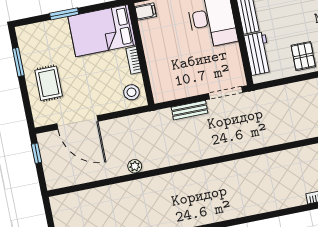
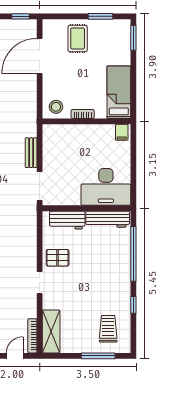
window: (64, 14) -> (133, 38), moved
bed: (102, 31) -> (119, 92), width x0.67
rug: (49, 83) -> (78, 38), turned 90

